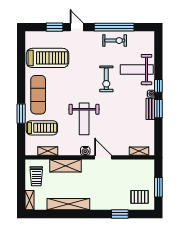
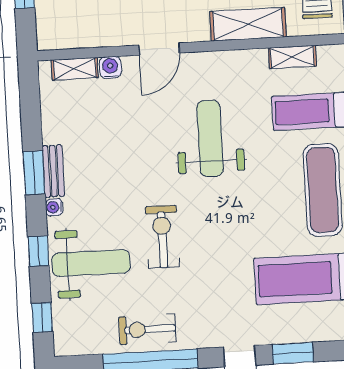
window: (158, 48) -> (42, 317), added
window: (158, 86) -> (38, 251), moved
water cooler: (85, 151) -> (110, 67), moved
door: (103, 157) -> (159, 49), hinge flipped

